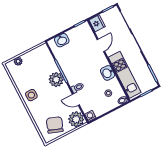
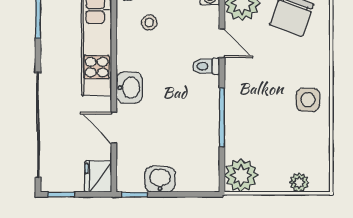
washbasin: (62, 40) -> (160, 179), moved
door: (101, 45) -> (114, 128), hinge flipped
washbasin: (108, 73) -> (129, 88), moved
plant: (56, 80) -> (241, 175), moved

